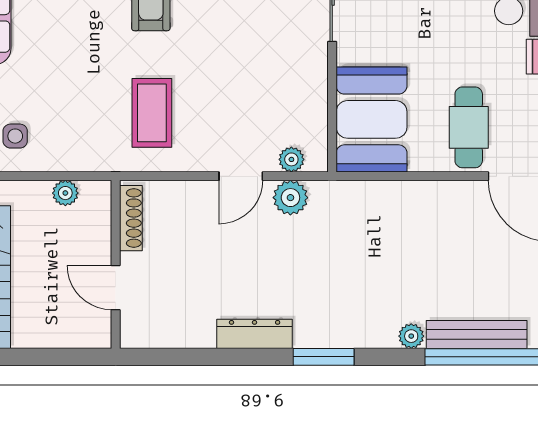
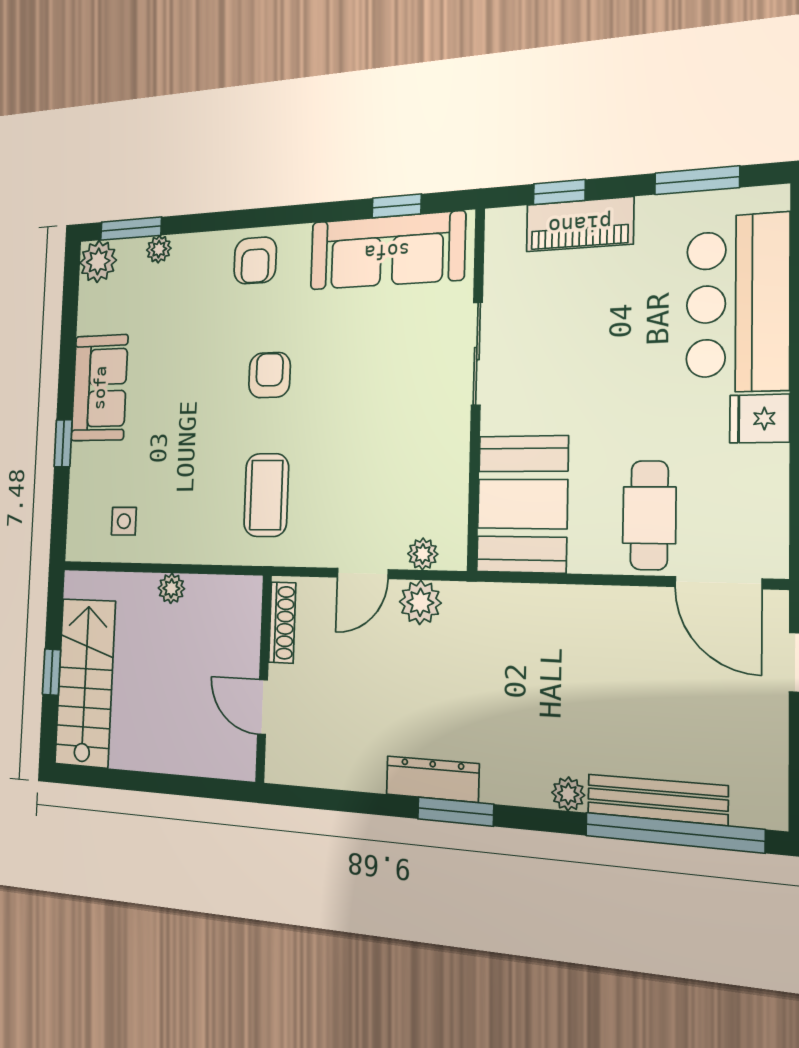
shoe rack: (131, 218) -> (282, 623), moved
wall: (116, 264) -> (264, 678), moved
door: (116, 288) -> (263, 707), moved
dresser: (255, 334) -> (432, 779), moved

